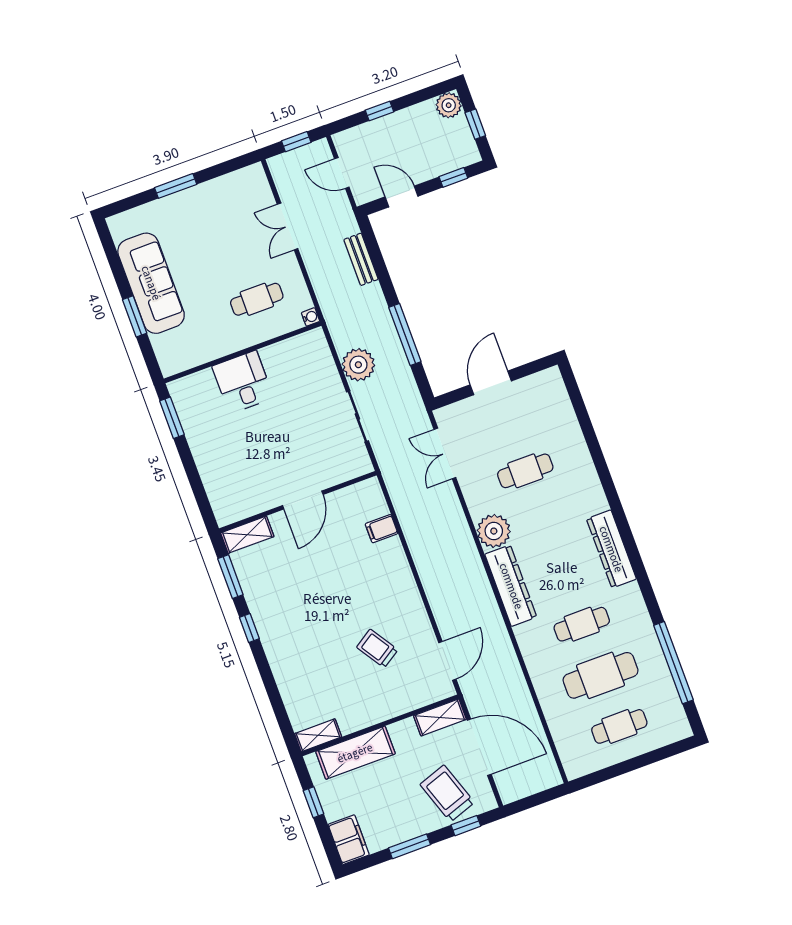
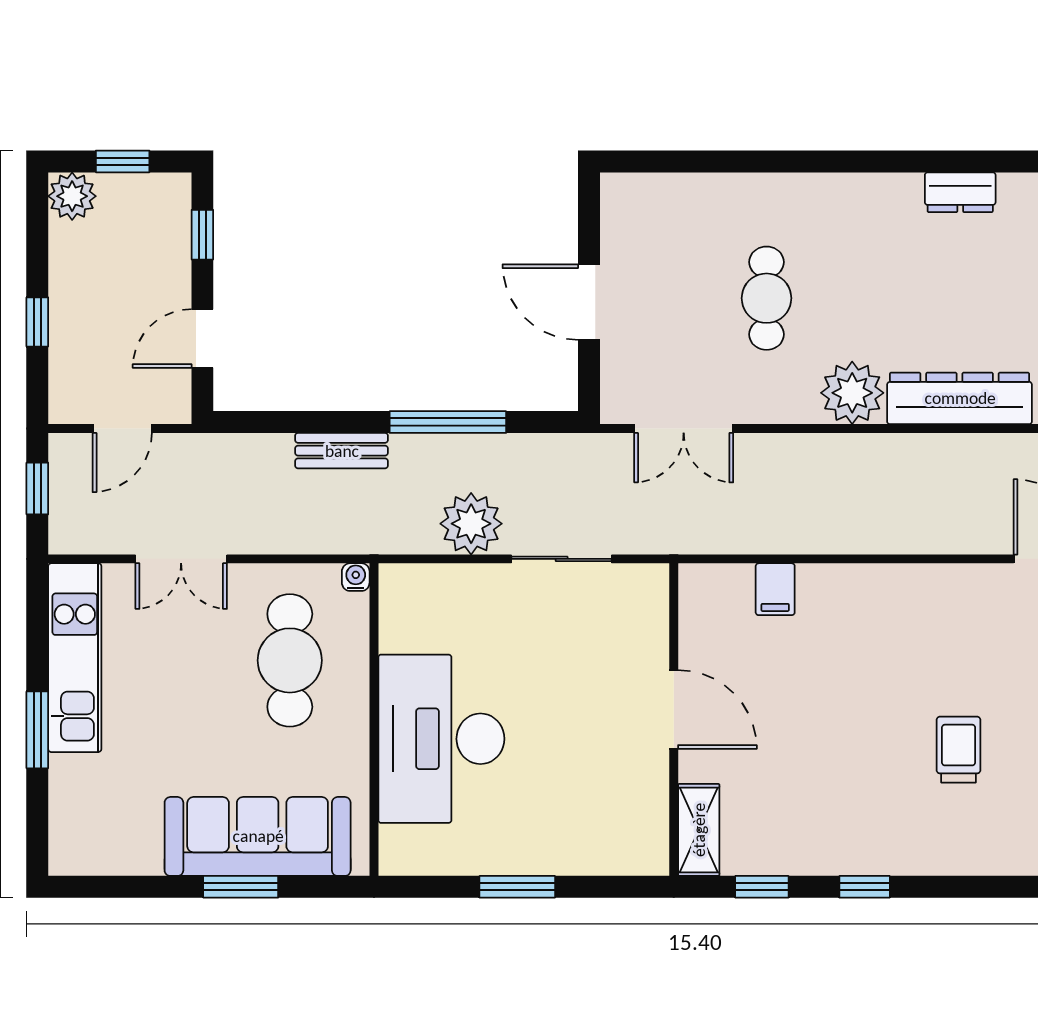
kitchen unit: (219, 191) -> (75, 658), added
bench: (361, 259) -> (342, 451), moved
sofa: (151, 283) -> (258, 836), moved
cafe table: (257, 299) -> (290, 660), width x1.37, depth x1.35
desk: (243, 382) -> (441, 739), width x1.87, depth x1.30
window: (172, 418) -> (517, 887), moved
dresser: (611, 549) -> (960, 192), width x0.51, depth x0.80
window: (230, 577) -> (762, 887), width x0.67
trolley: (377, 648) -> (959, 750), moved, turned 123

